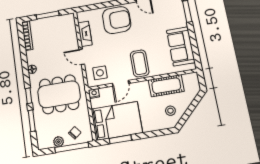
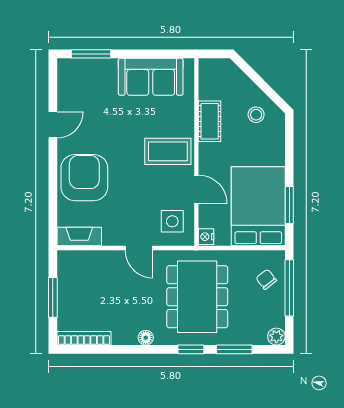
fireplace: (85, 34) -> (79, 236), moved
door: (82, 57) -> (139, 248), hinge flipped
cot: (166, 86) -> (210, 121), width x0.73, depth x0.75
plant: (59, 142) -> (276, 337), moved

